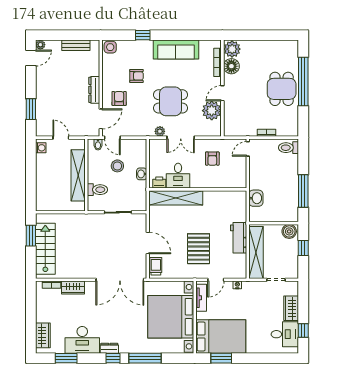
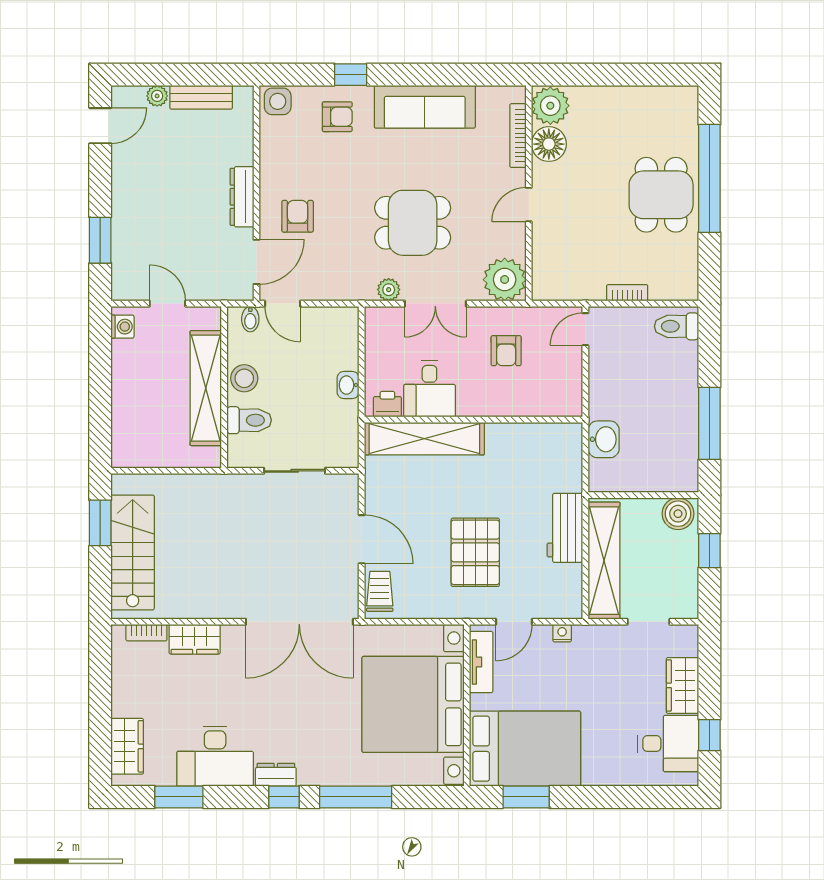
plant: (40, 45) -> (157, 96), moved
armchair: (137, 76) -> (337, 117), moved
plant: (212, 111) -> (505, 280), moved
stool: (117, 166) -> (244, 378), moved

